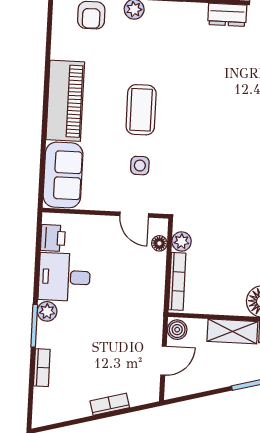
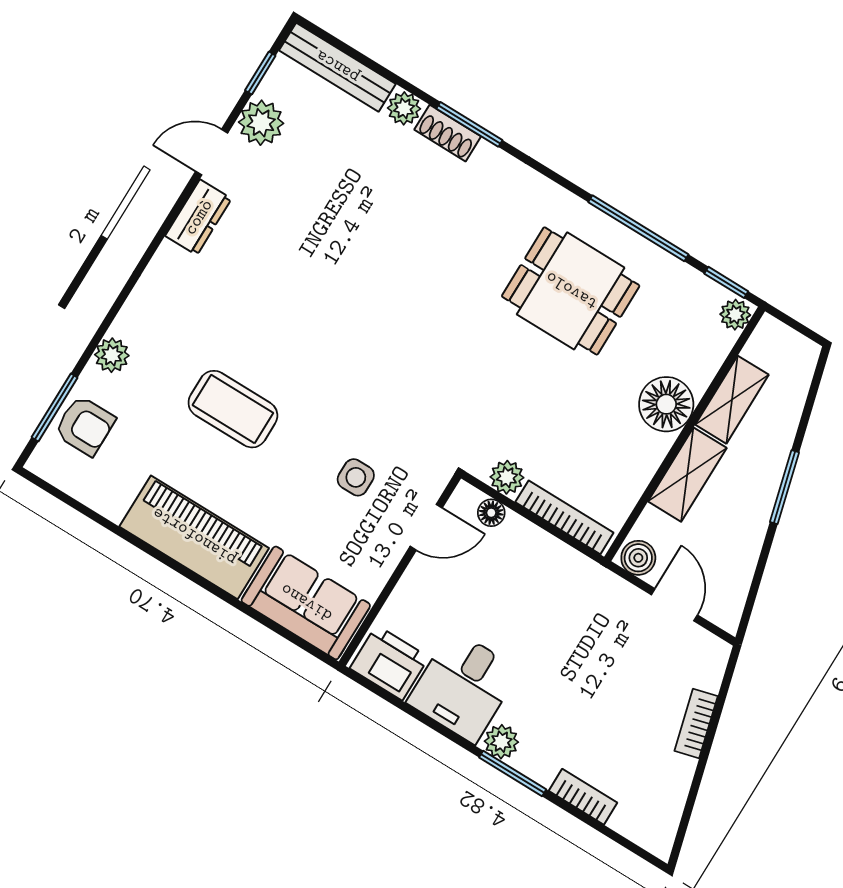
coffee table: (141, 110) -> (233, 409), moved
printer: (53, 238) -> (389, 663), width x1.36, depth x1.24

